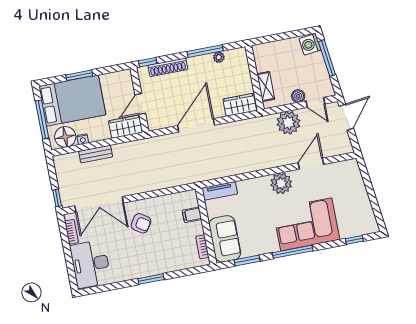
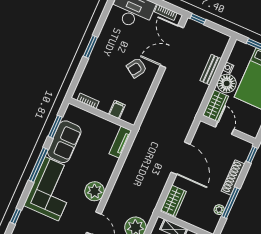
shoe rack: (168, 67) -> (233, 177), moved
floor lamp: (65, 137) -> (227, 84), moved
sofa: (225, 239) -> (64, 142), moved, turned -90

